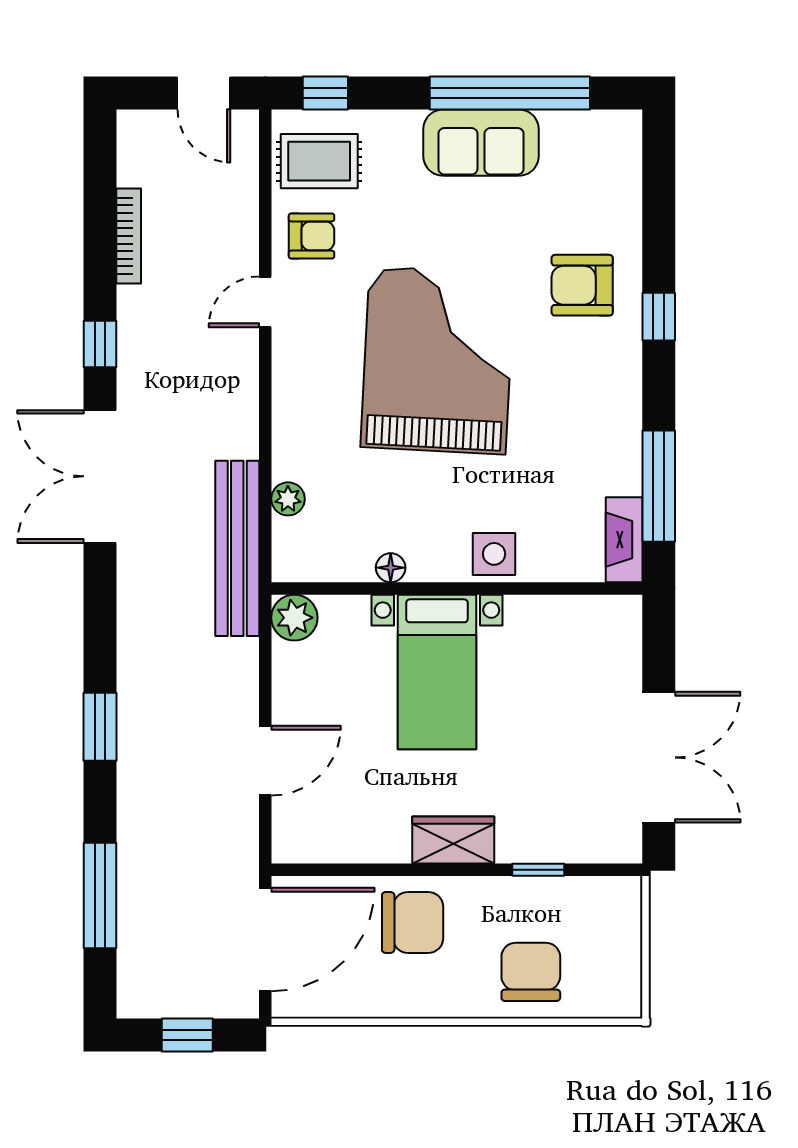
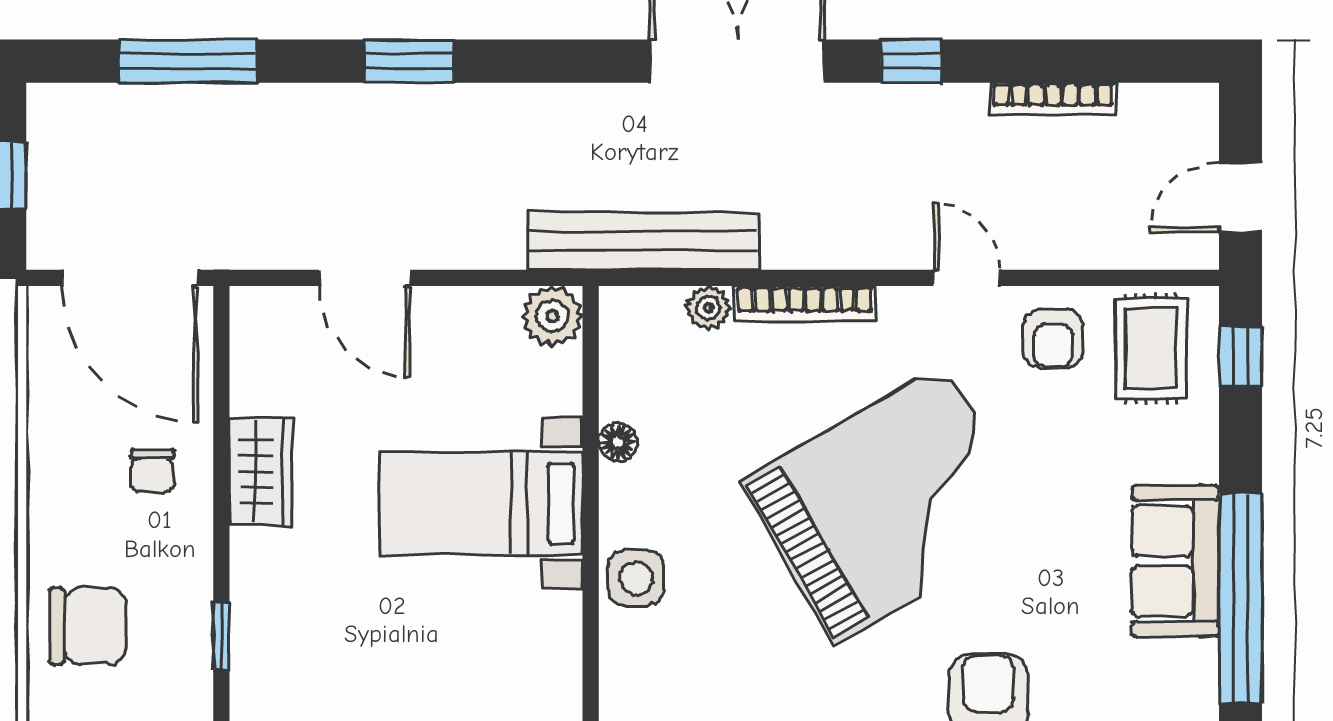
grand piano: (438, 360) -> (890, 504), turned -33
bookcase: (285, 425) -> (805, 304), added
wardrobe: (453, 840) -> (261, 471), moved
chair: (413, 922) -> (152, 471), width x0.54, depth x0.54

